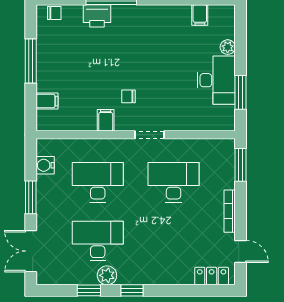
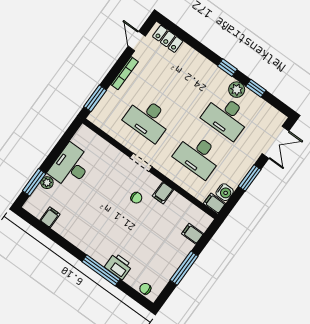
window: (241, 92) -> (34, 182), moved
filing cabinet: (47, 147) -> (214, 204), added

